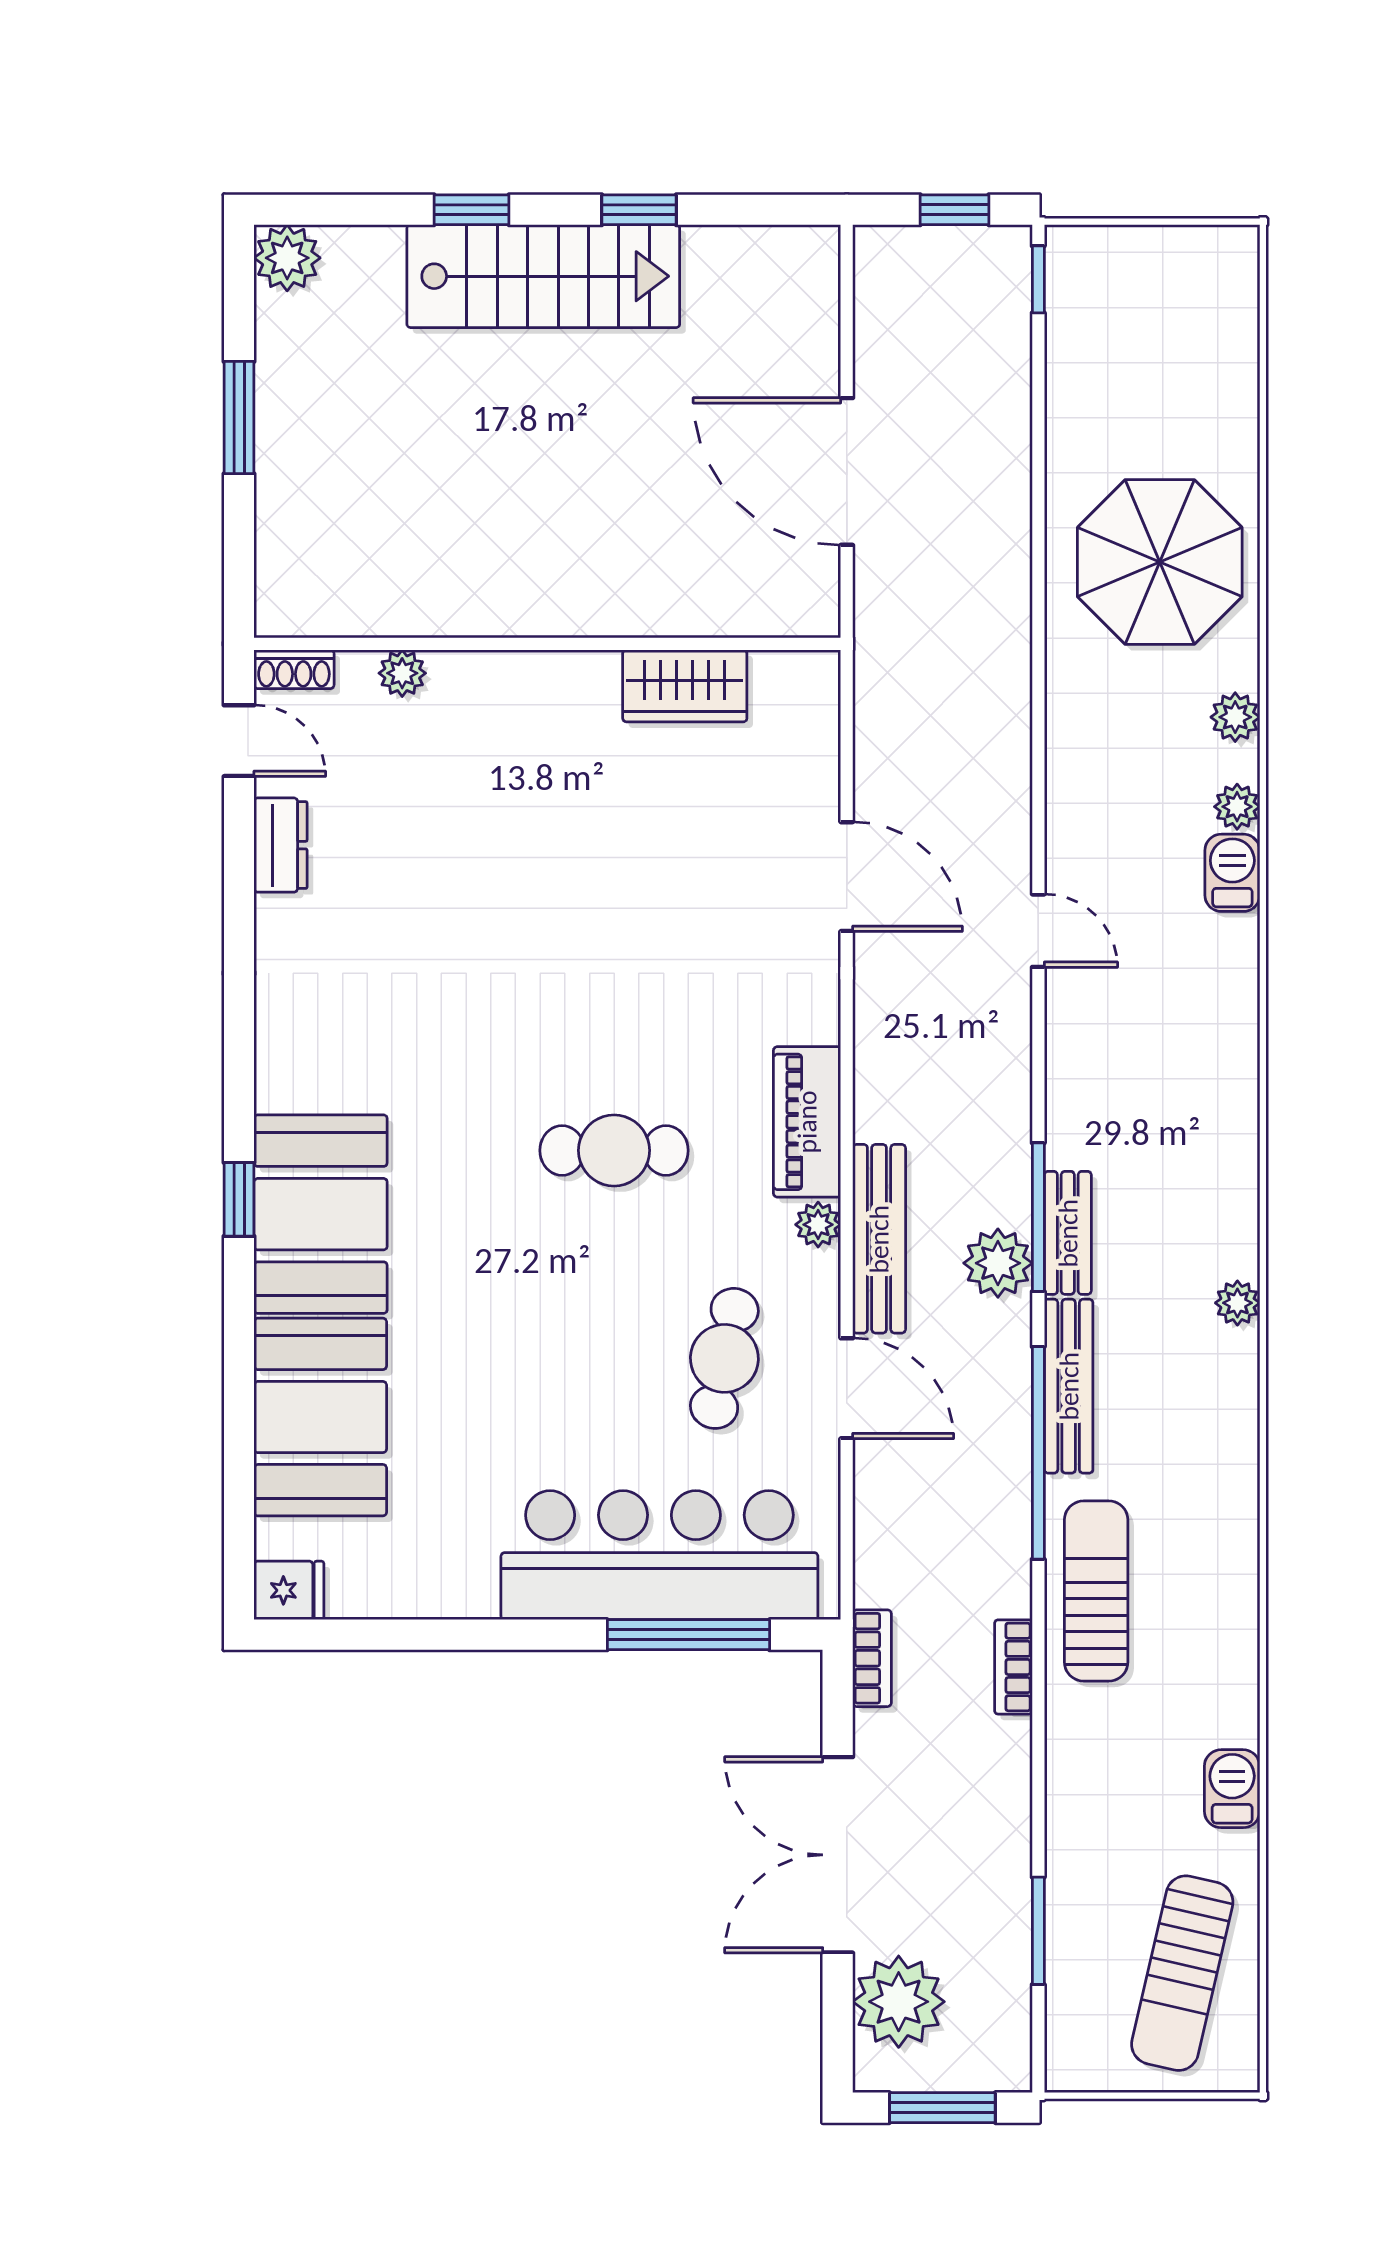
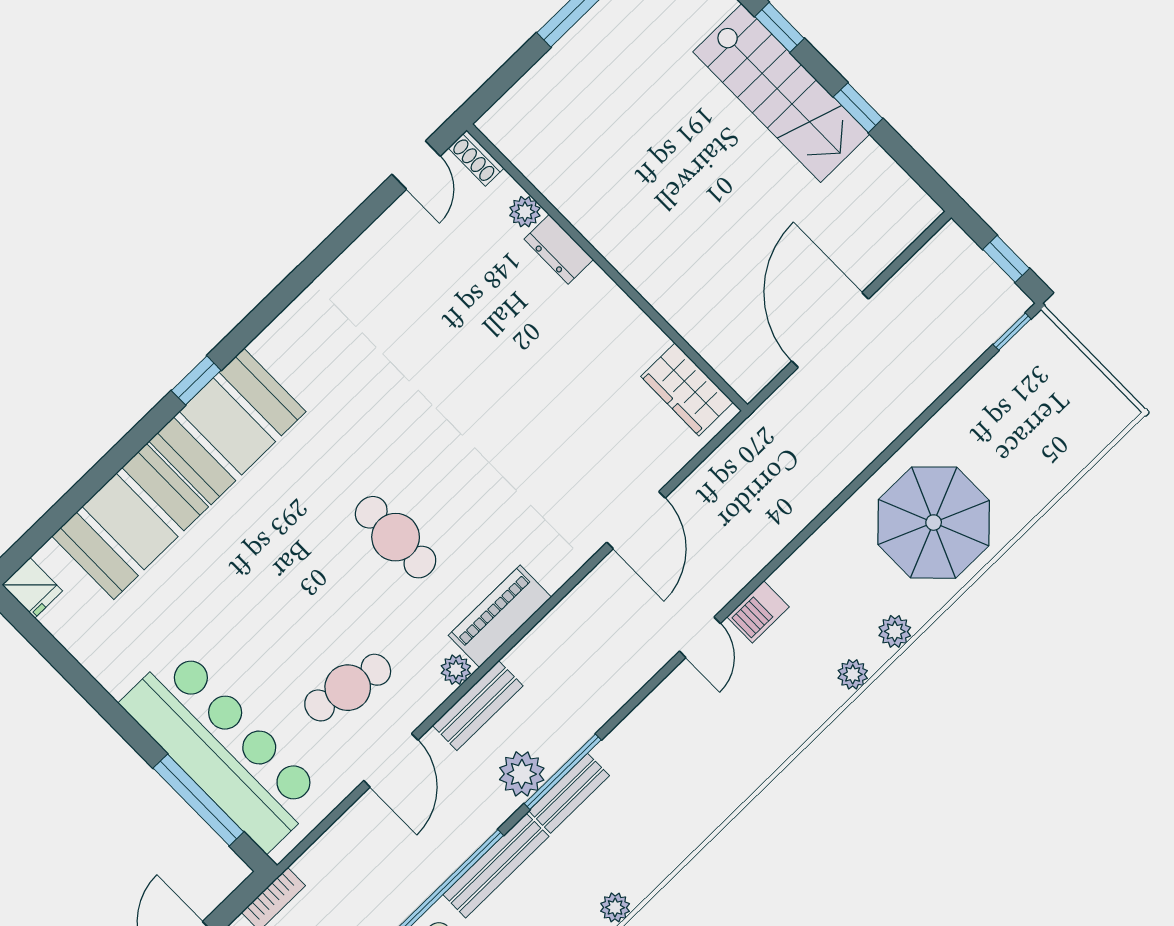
wardrobe: (685, 686) -> (687, 389), moved
dresser: (281, 845) -> (559, 249), moved, turned 90
barbecue: (1232, 873) -> (758, 612), moved, turned 180
bench: (879, 1239) -> (478, 706), width x0.73

